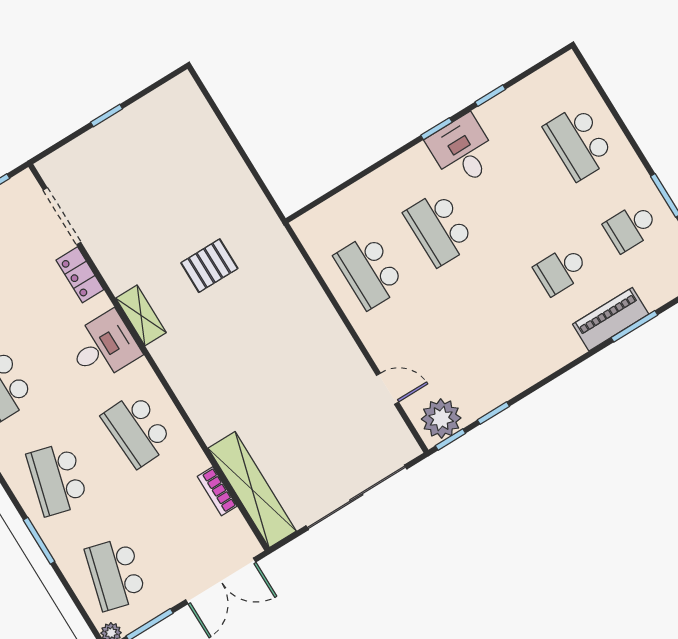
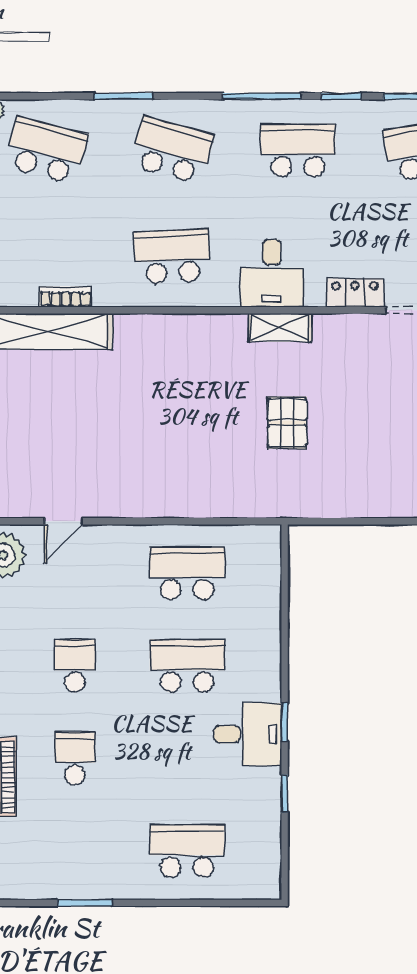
school desk: (631, 227) -> (75, 666), moved

